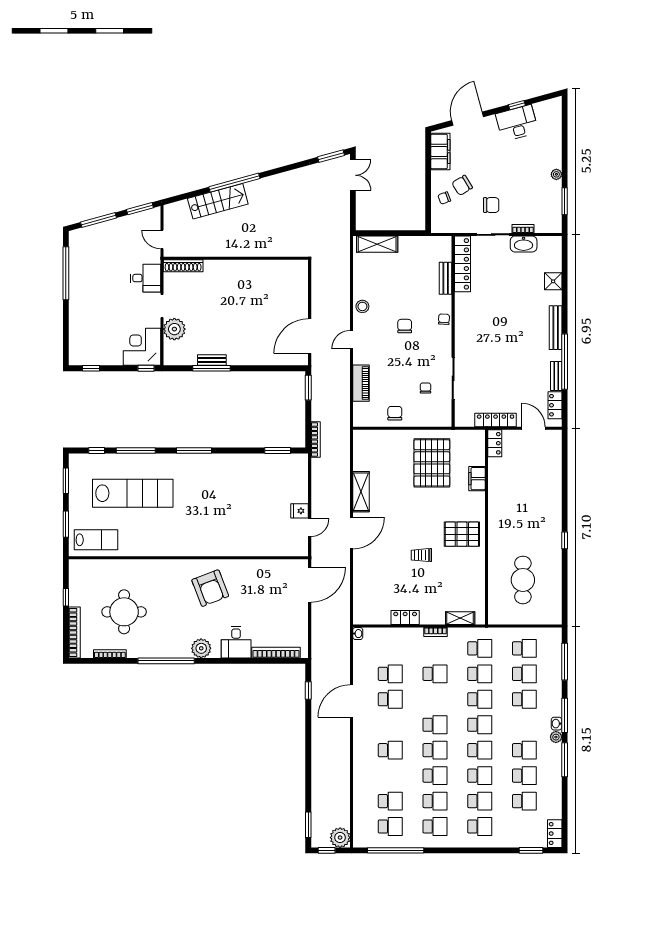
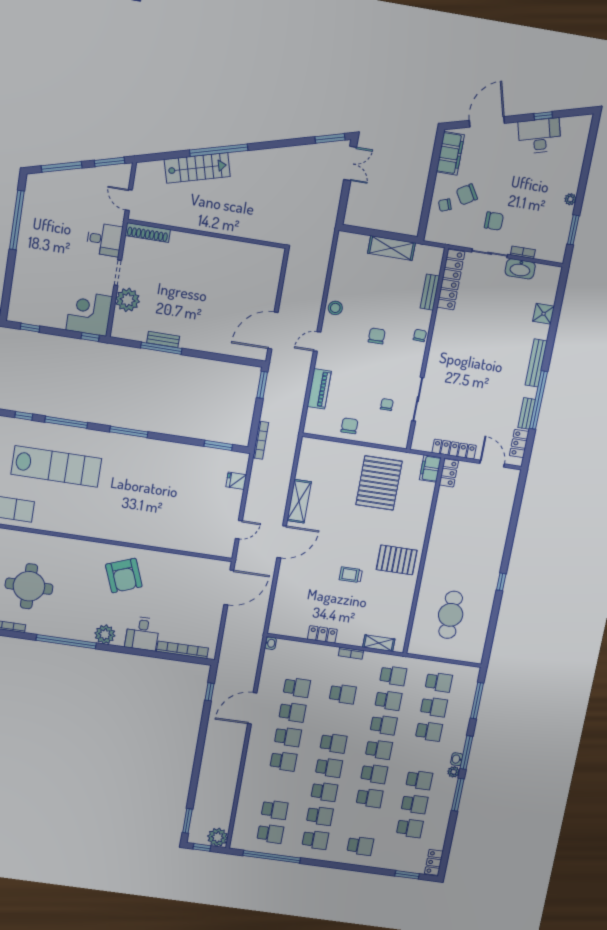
shelving: (377, 244) -> (391, 248), moved
filing cabinet: (477, 479) -> (430, 469), moved
fridge: (300, 511) -> (236, 481), moved
school desk: (480, 801) -> (288, 737), moved

